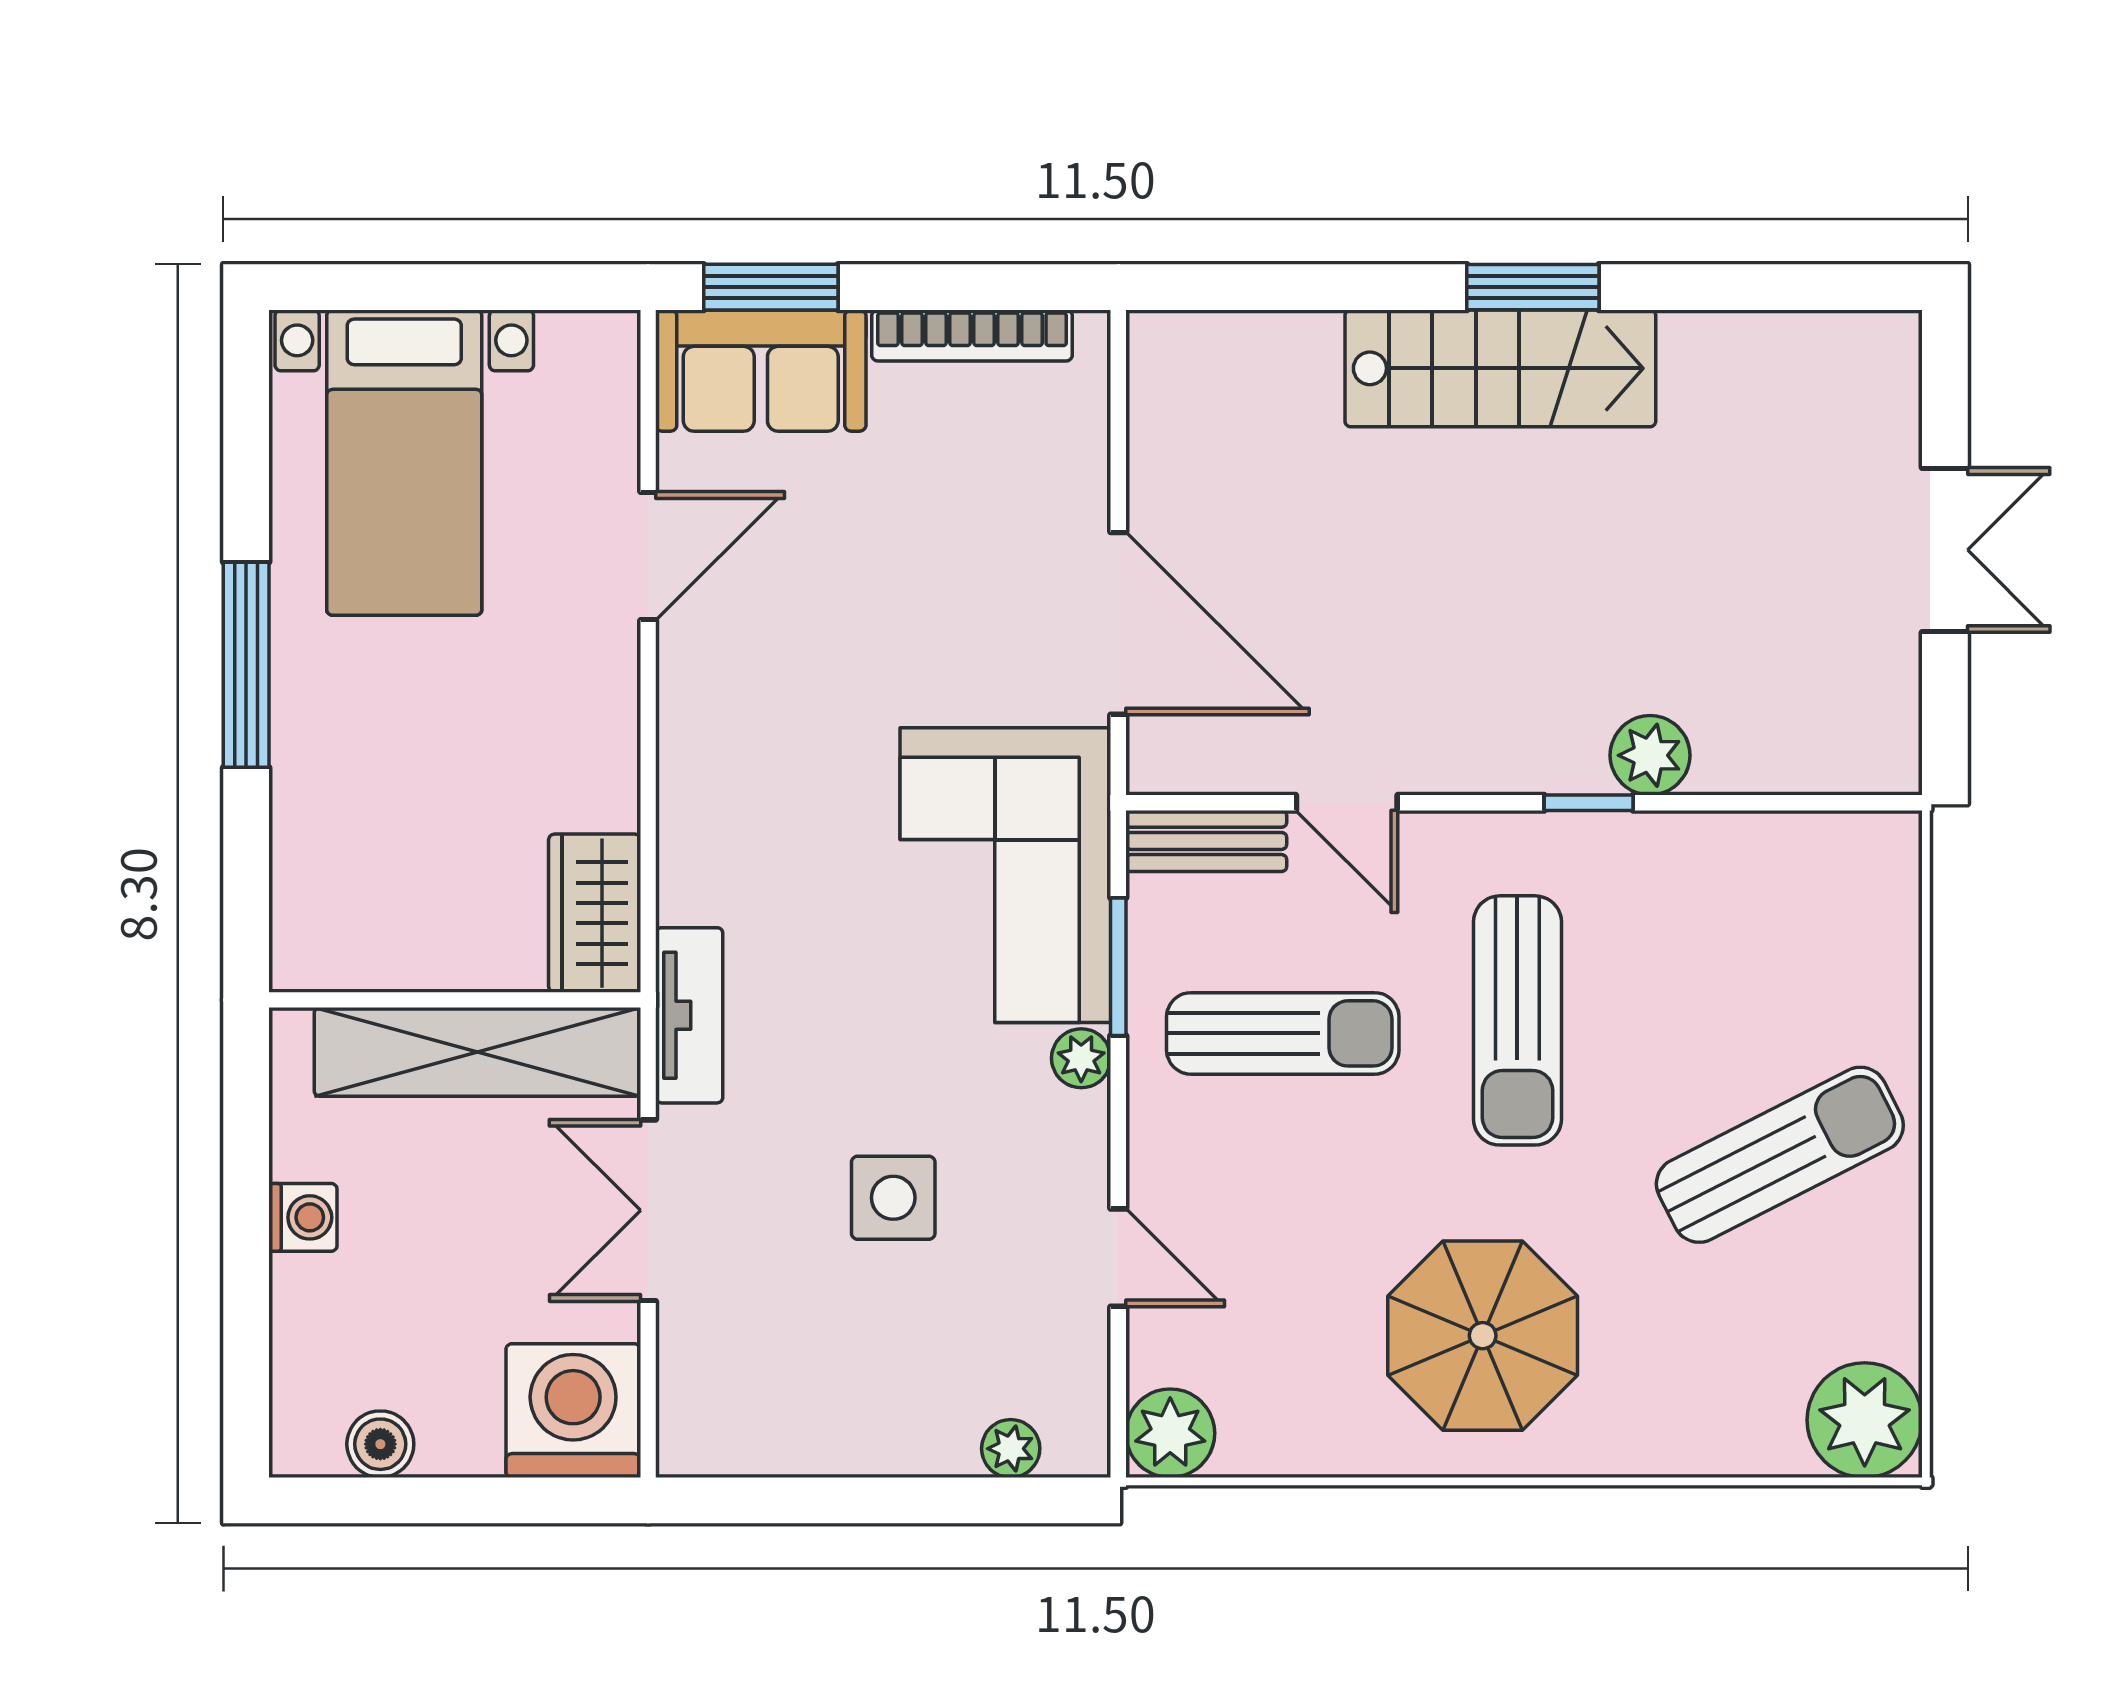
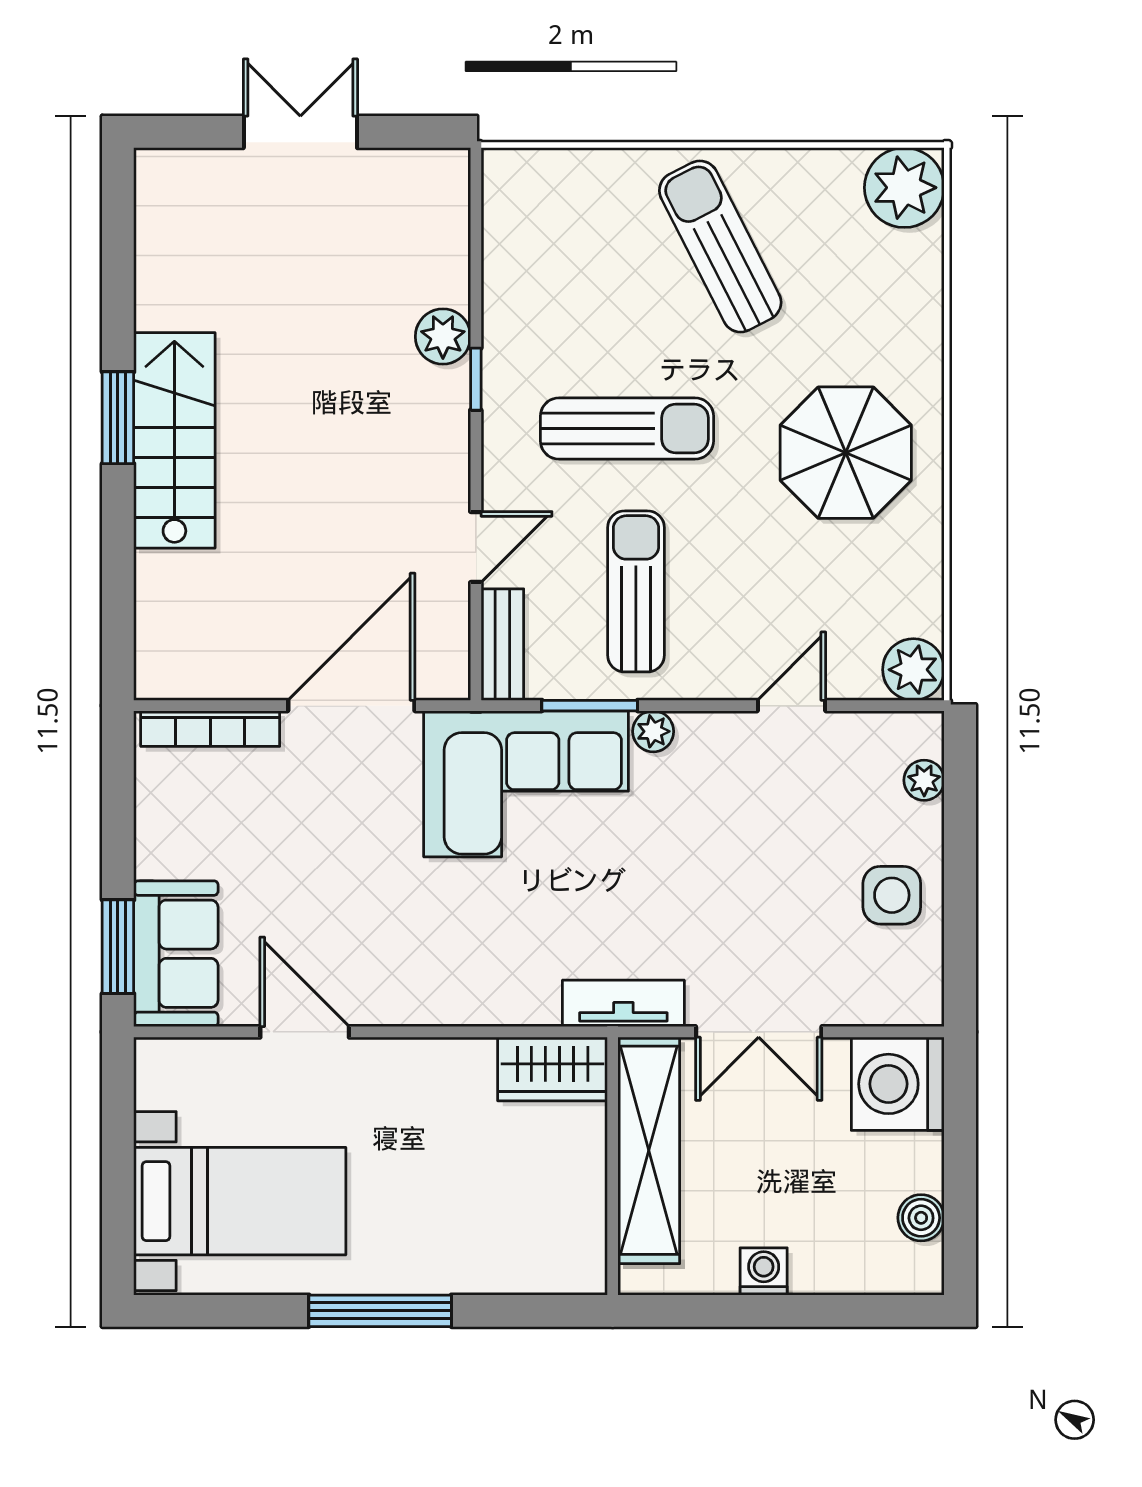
bookcase: (972, 335) -> (210, 729), moved, turned 90
side table: (893, 1198) -> (892, 895), moved

